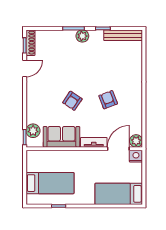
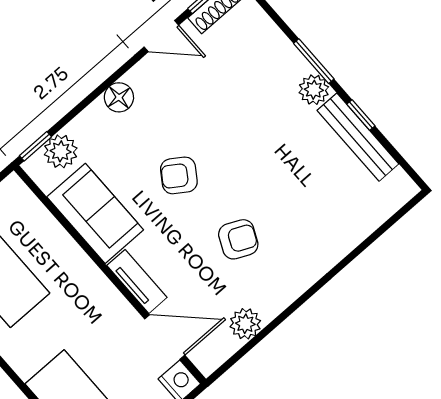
bench: (123, 35) -> (358, 137), moved
floor lamp: (32, 98) -> (119, 97), added
armchair: (108, 100) -> (238, 239), turned 46
plant: (136, 141) -> (245, 324), moved

